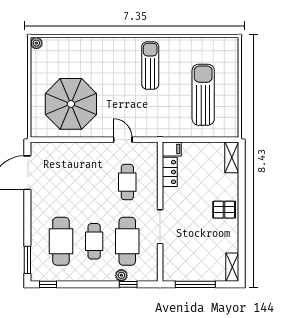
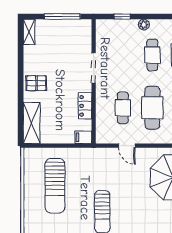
shelving: (232, 157) -> (32, 123), width x1.50, depth x1.33
locker: (170, 172) -> (85, 106), moved
cafe table: (127, 241) -> (152, 108), moved
plant: (121, 275) -> (144, 25), moved

